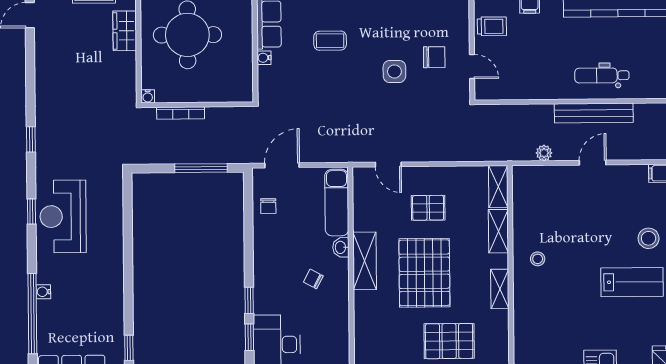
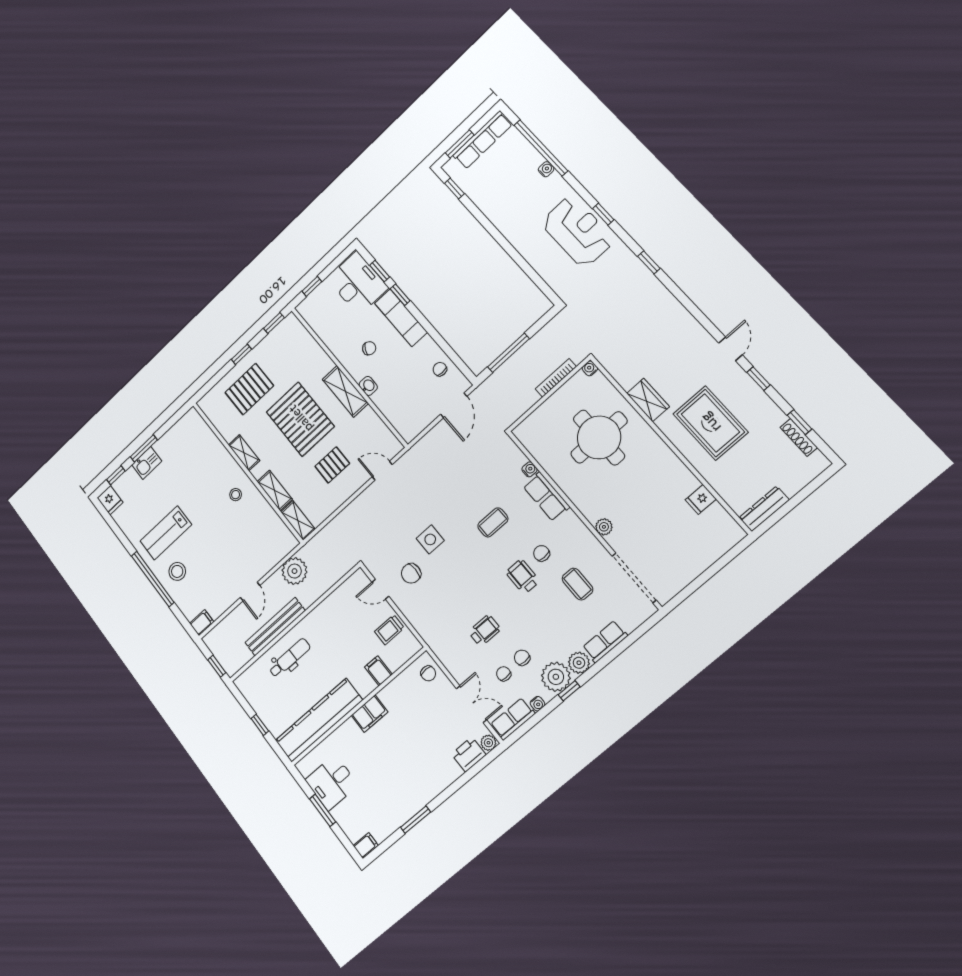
plant: (544, 153) -> (294, 571), width x1.88, depth x1.88
exam couch: (337, 203) -> (401, 318), moved, turned 180

